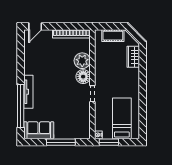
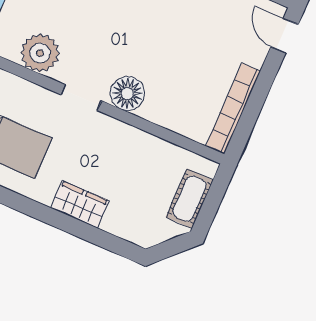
wardrobe: (133, 57) -> (80, 204), moved
plant: (82, 61) -> (40, 53), moved

